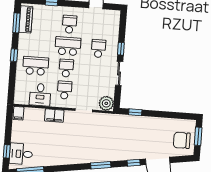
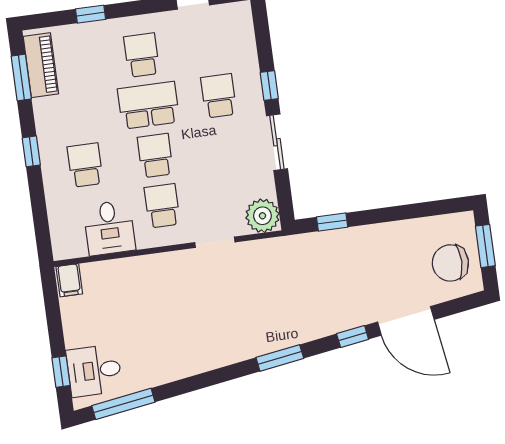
school desk: (36, 66) -> (85, 165), width x0.54
filing cabinet: (54, 116) -> (151, 268), removed

